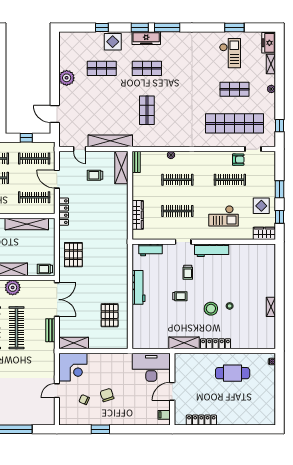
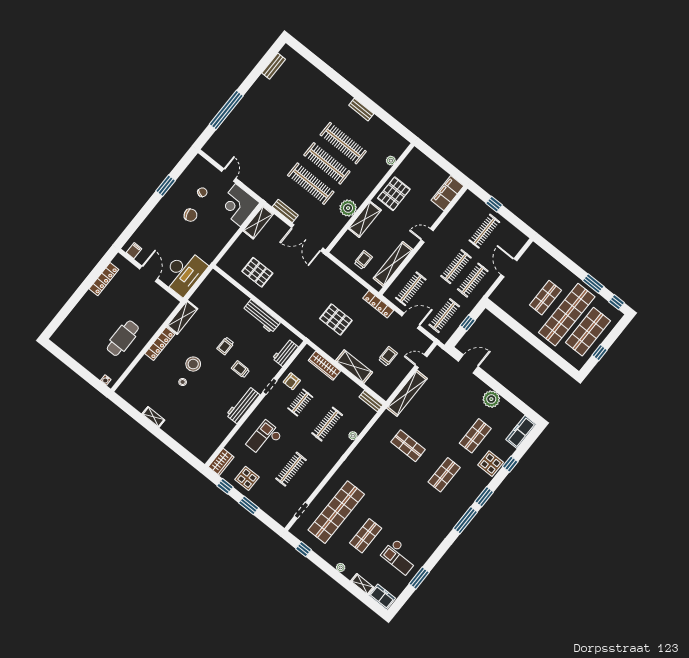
freezer: (146, 38) -> (521, 432), moved
armchair: (238, 160) -> (292, 381), moved
shelving: (121, 167) -> (354, 366), moved
clothes rail: (177, 211) -> (300, 403), width x0.73
pallet: (73, 255) -> (336, 319), moved
trolley: (45, 269) -> (363, 260), moved

